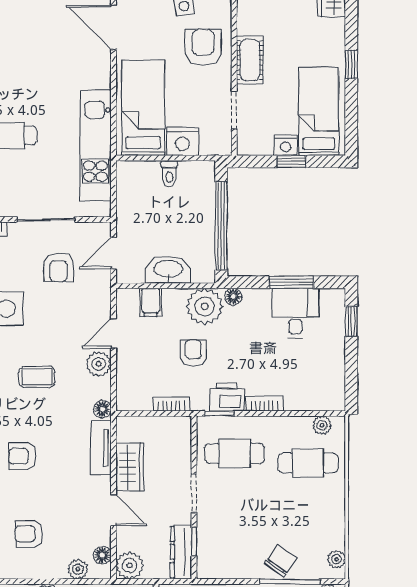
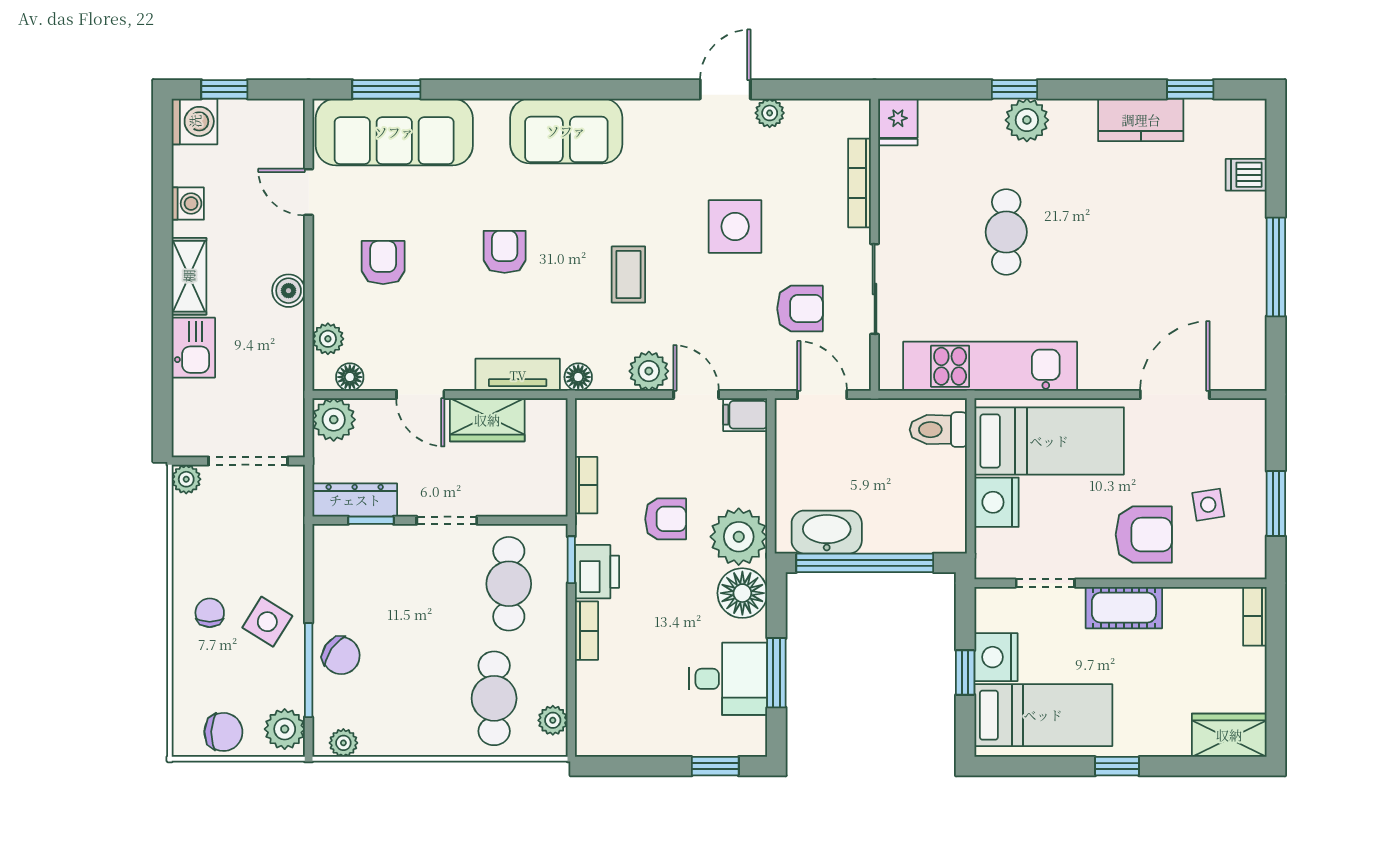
nightstand: (286, 145) -> (996, 657), width x1.36, depth x1.33
toilet: (169, 174) -> (938, 430), moved, width x1.37, depth x1.39
armchair: (59, 267) -> (800, 309), turned 180
washbasin: (168, 270) -> (827, 532), moved, turned -90
floor lamp: (233, 297) -> (742, 593), width x1.89, depth x1.89
filing cabinet: (151, 302) -> (745, 415), moved
door: (114, 510) -> (420, 394), hinge flipped

